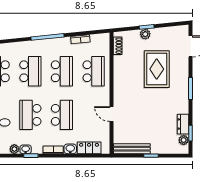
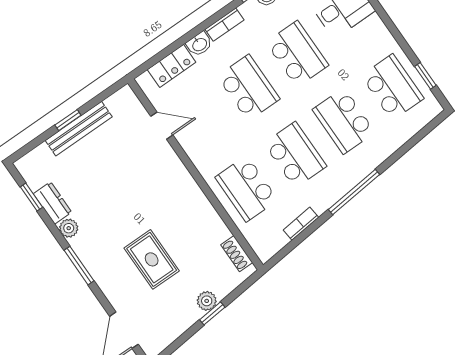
rug: (157, 69) -> (152, 259), width x0.73, depth x0.70
school desk: (62, 71) -> (295, 155), turned 180
door: (111, 114) -> (162, 126), moved
school desk: (62, 115) -> (248, 88), turned 180
plant: (184, 140) -> (69, 228), moved
bench: (132, 149) -> (79, 129), moved

